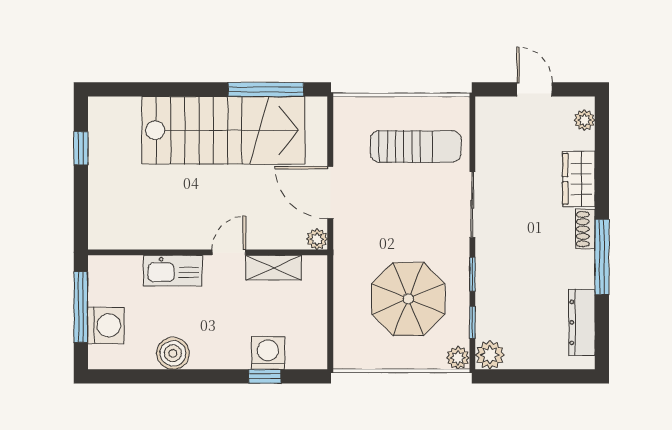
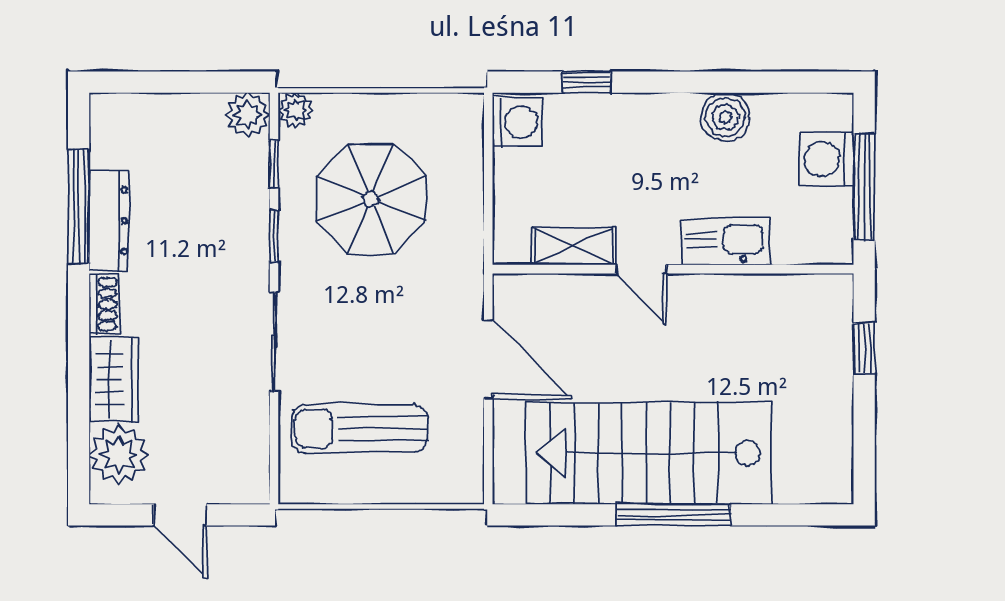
window: (266, 89) -> (673, 515), moved
plant: (584, 120) -> (119, 455), width x1.87, depth x1.87
window: (81, 148) -> (864, 348), moved
plant: (317, 239) -> (508, 289), removed
door: (229, 252) -> (641, 269), hinge flipped
window: (602, 257) -> (79, 207), moved
dresser: (582, 322) -> (109, 221), moved
washing machine: (268, 353) -> (517, 122), moved, turned -90

